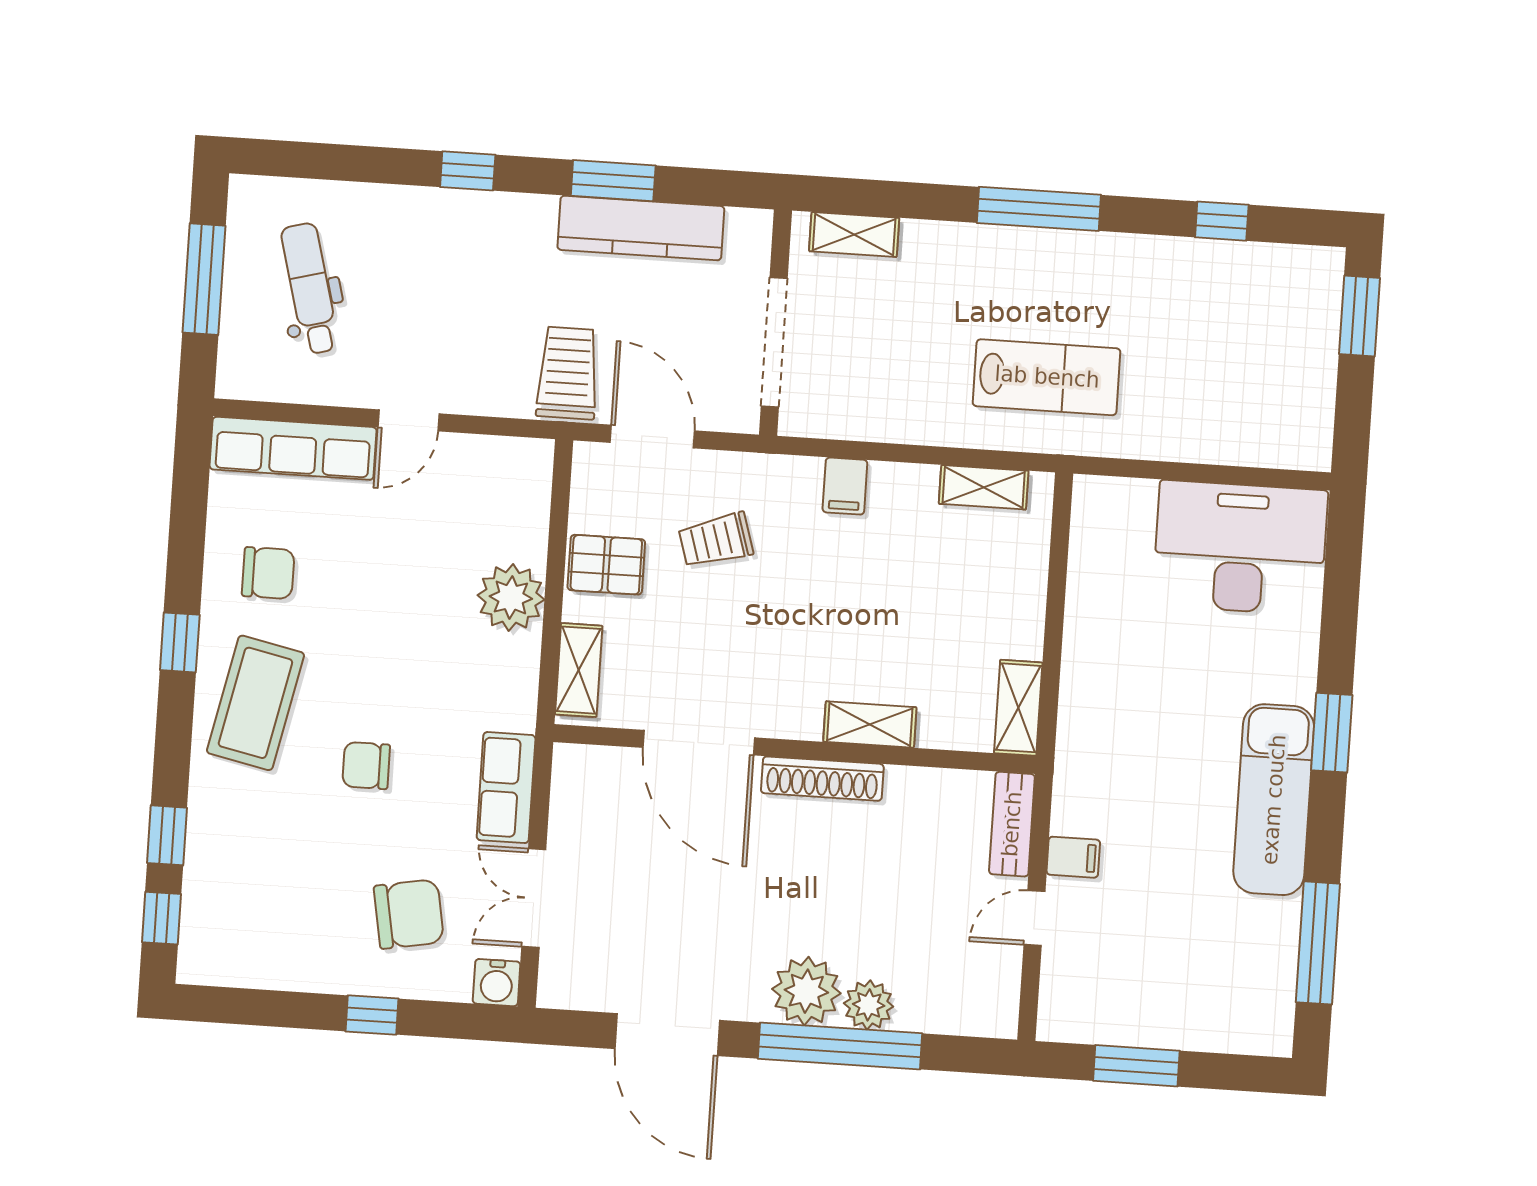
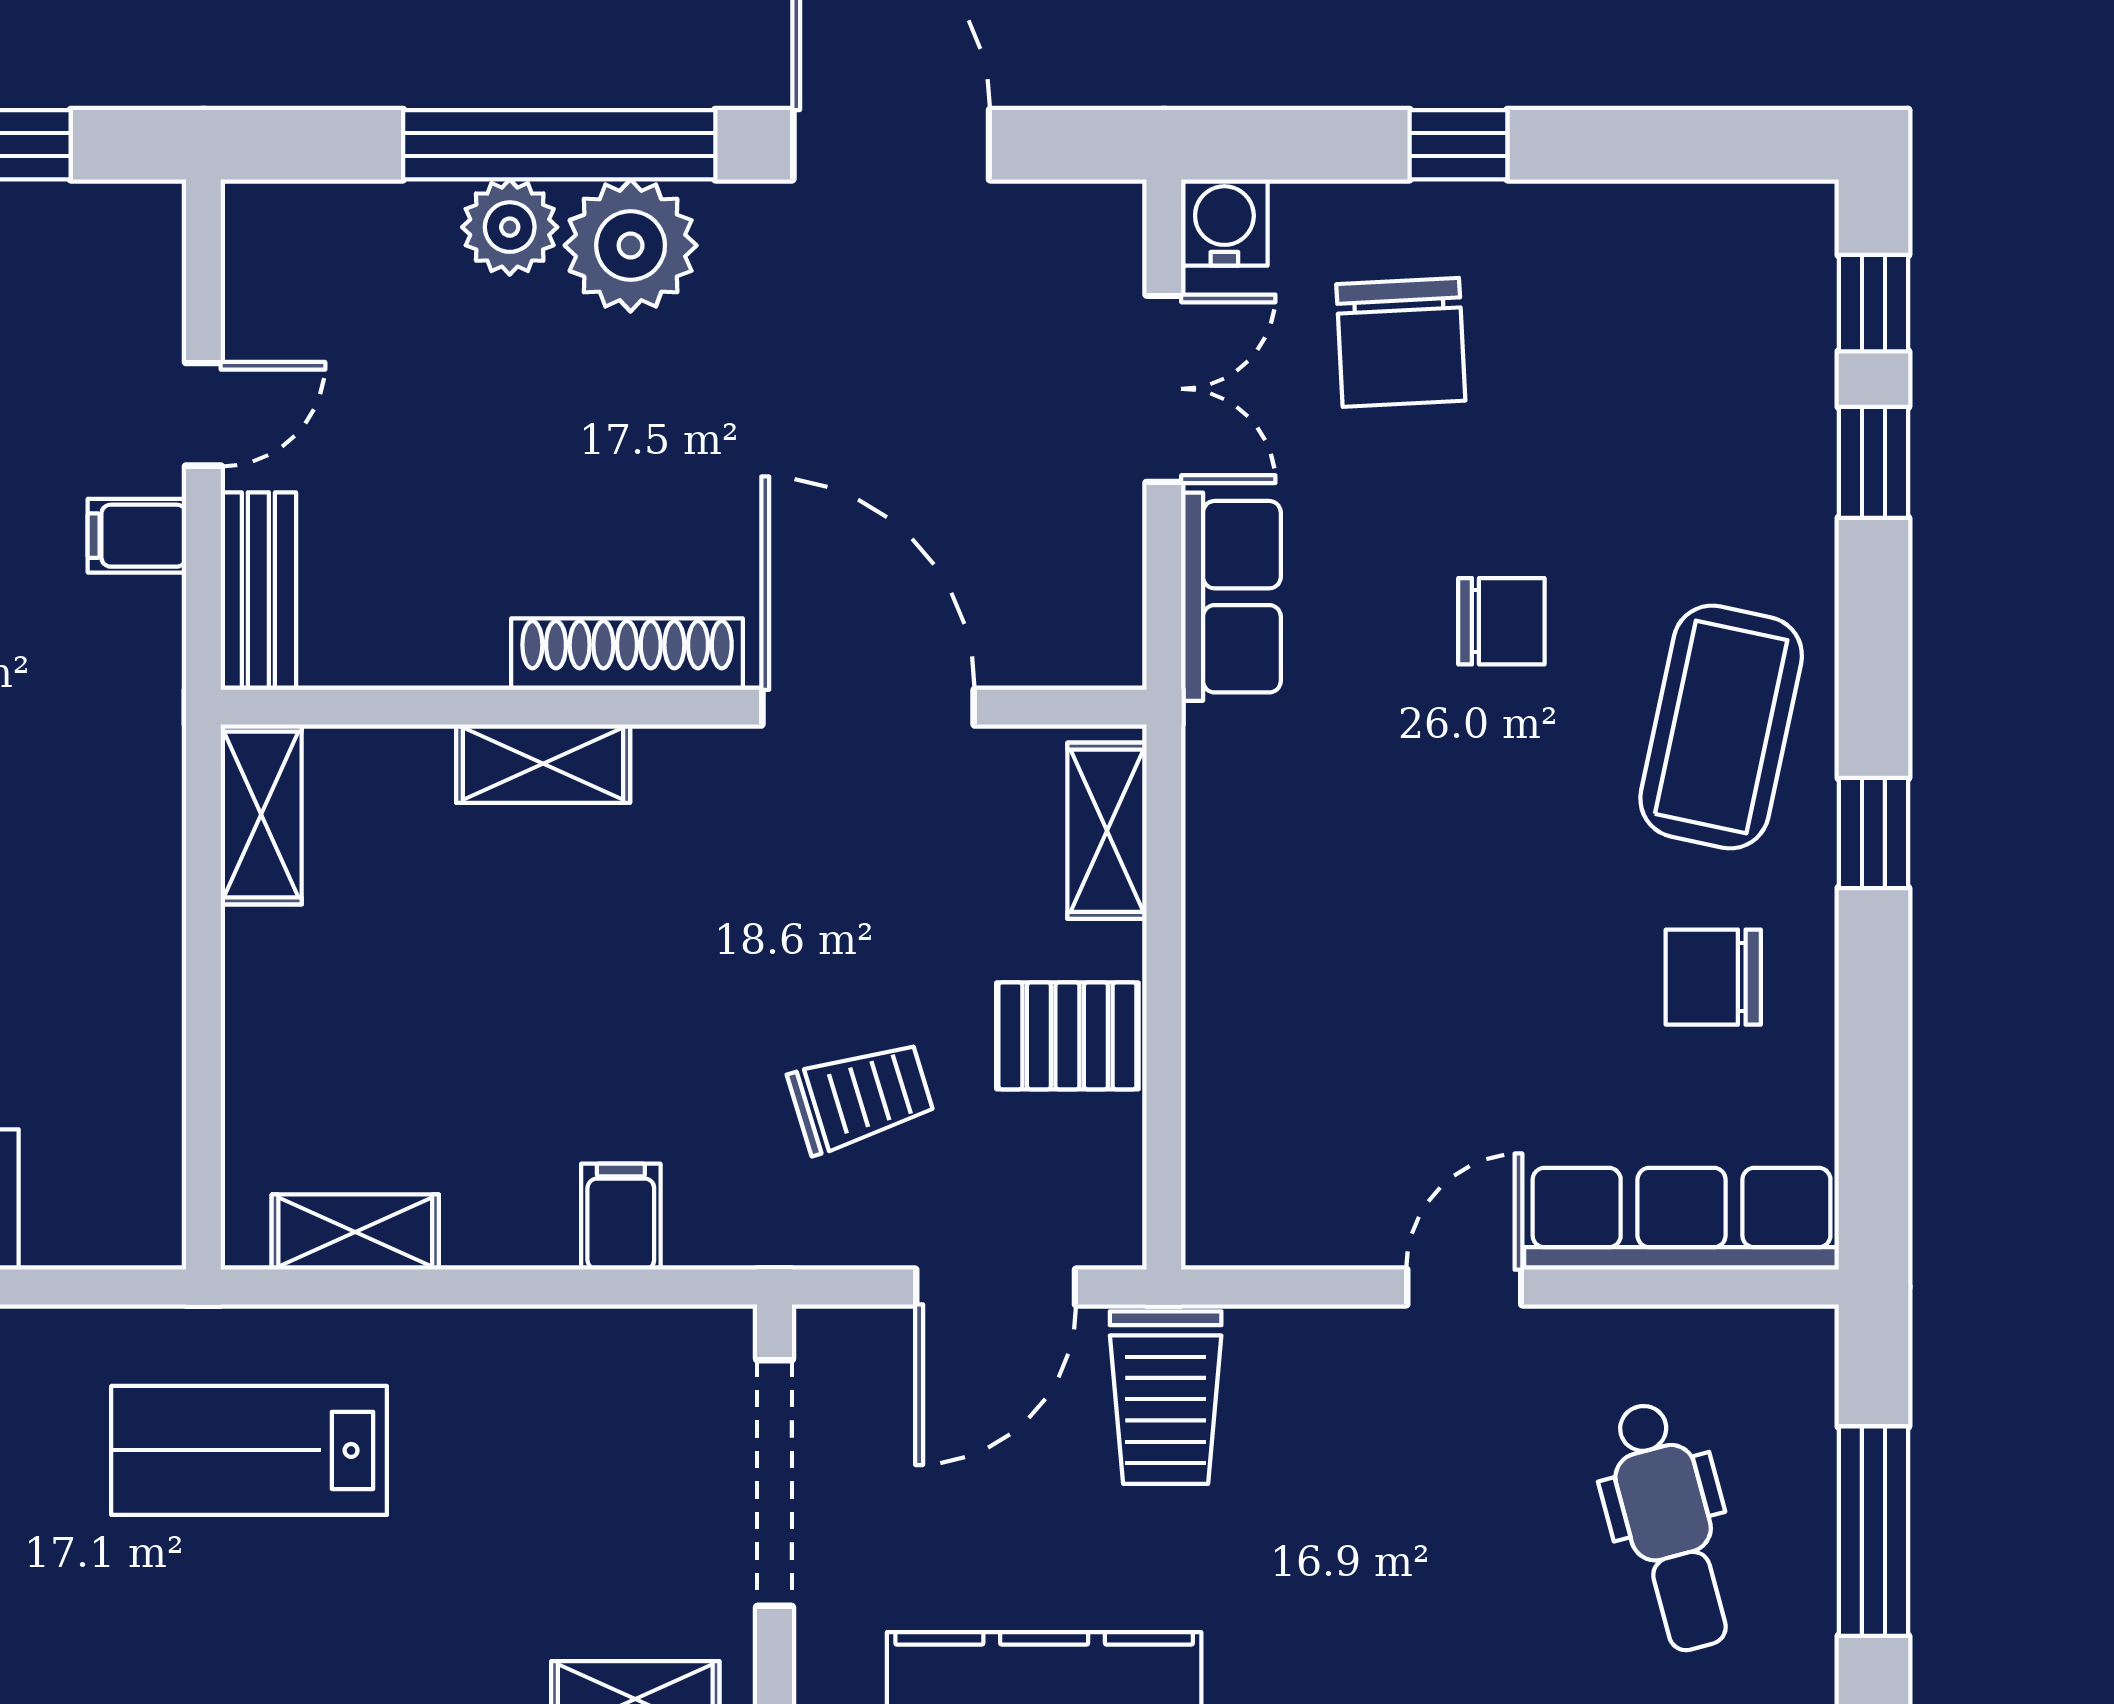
door: (652, 437) -> (996, 1287), hinge flipped
plant: (511, 597) -> (1246, 961), removed
chair: (409, 914) -> (1401, 342), turned -83

